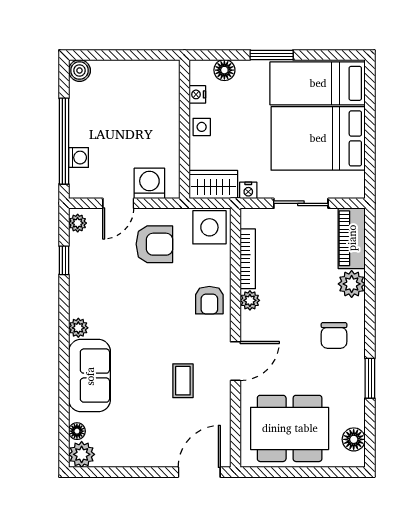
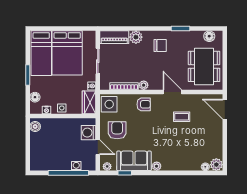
boiler: (79, 70) -> (35, 126), moved
sofa: (90, 376) -> (134, 161), moved

